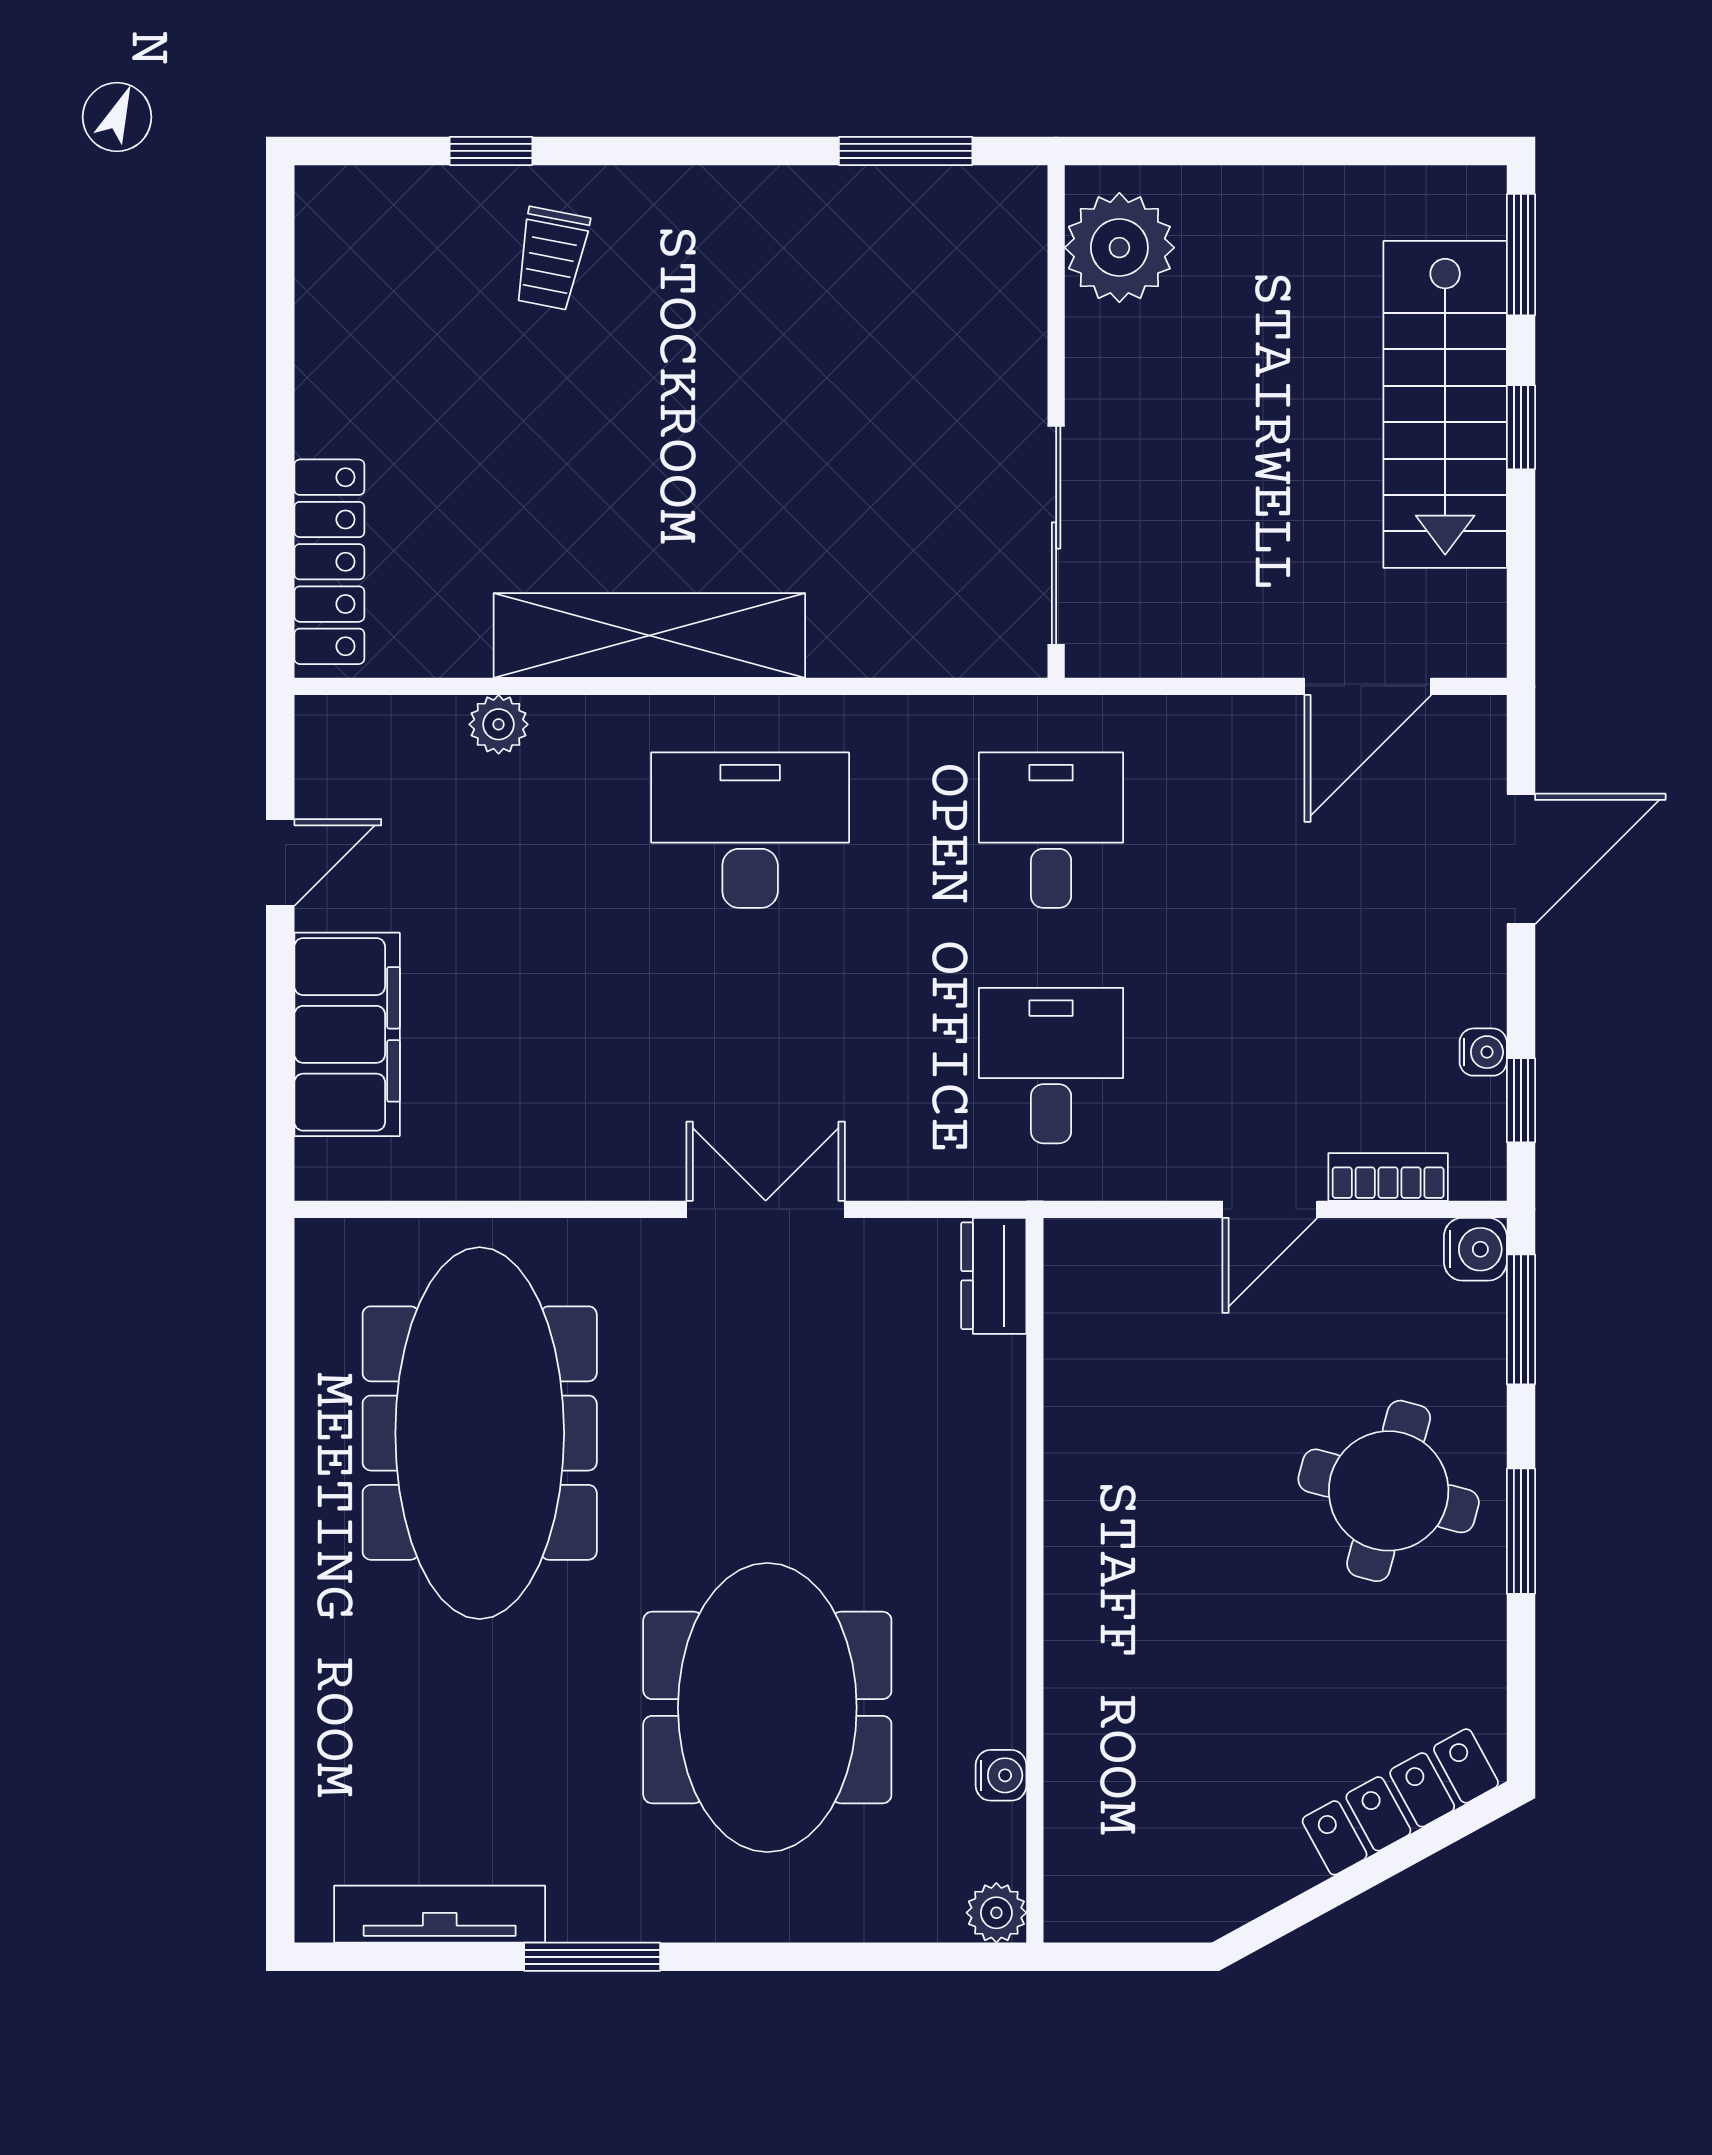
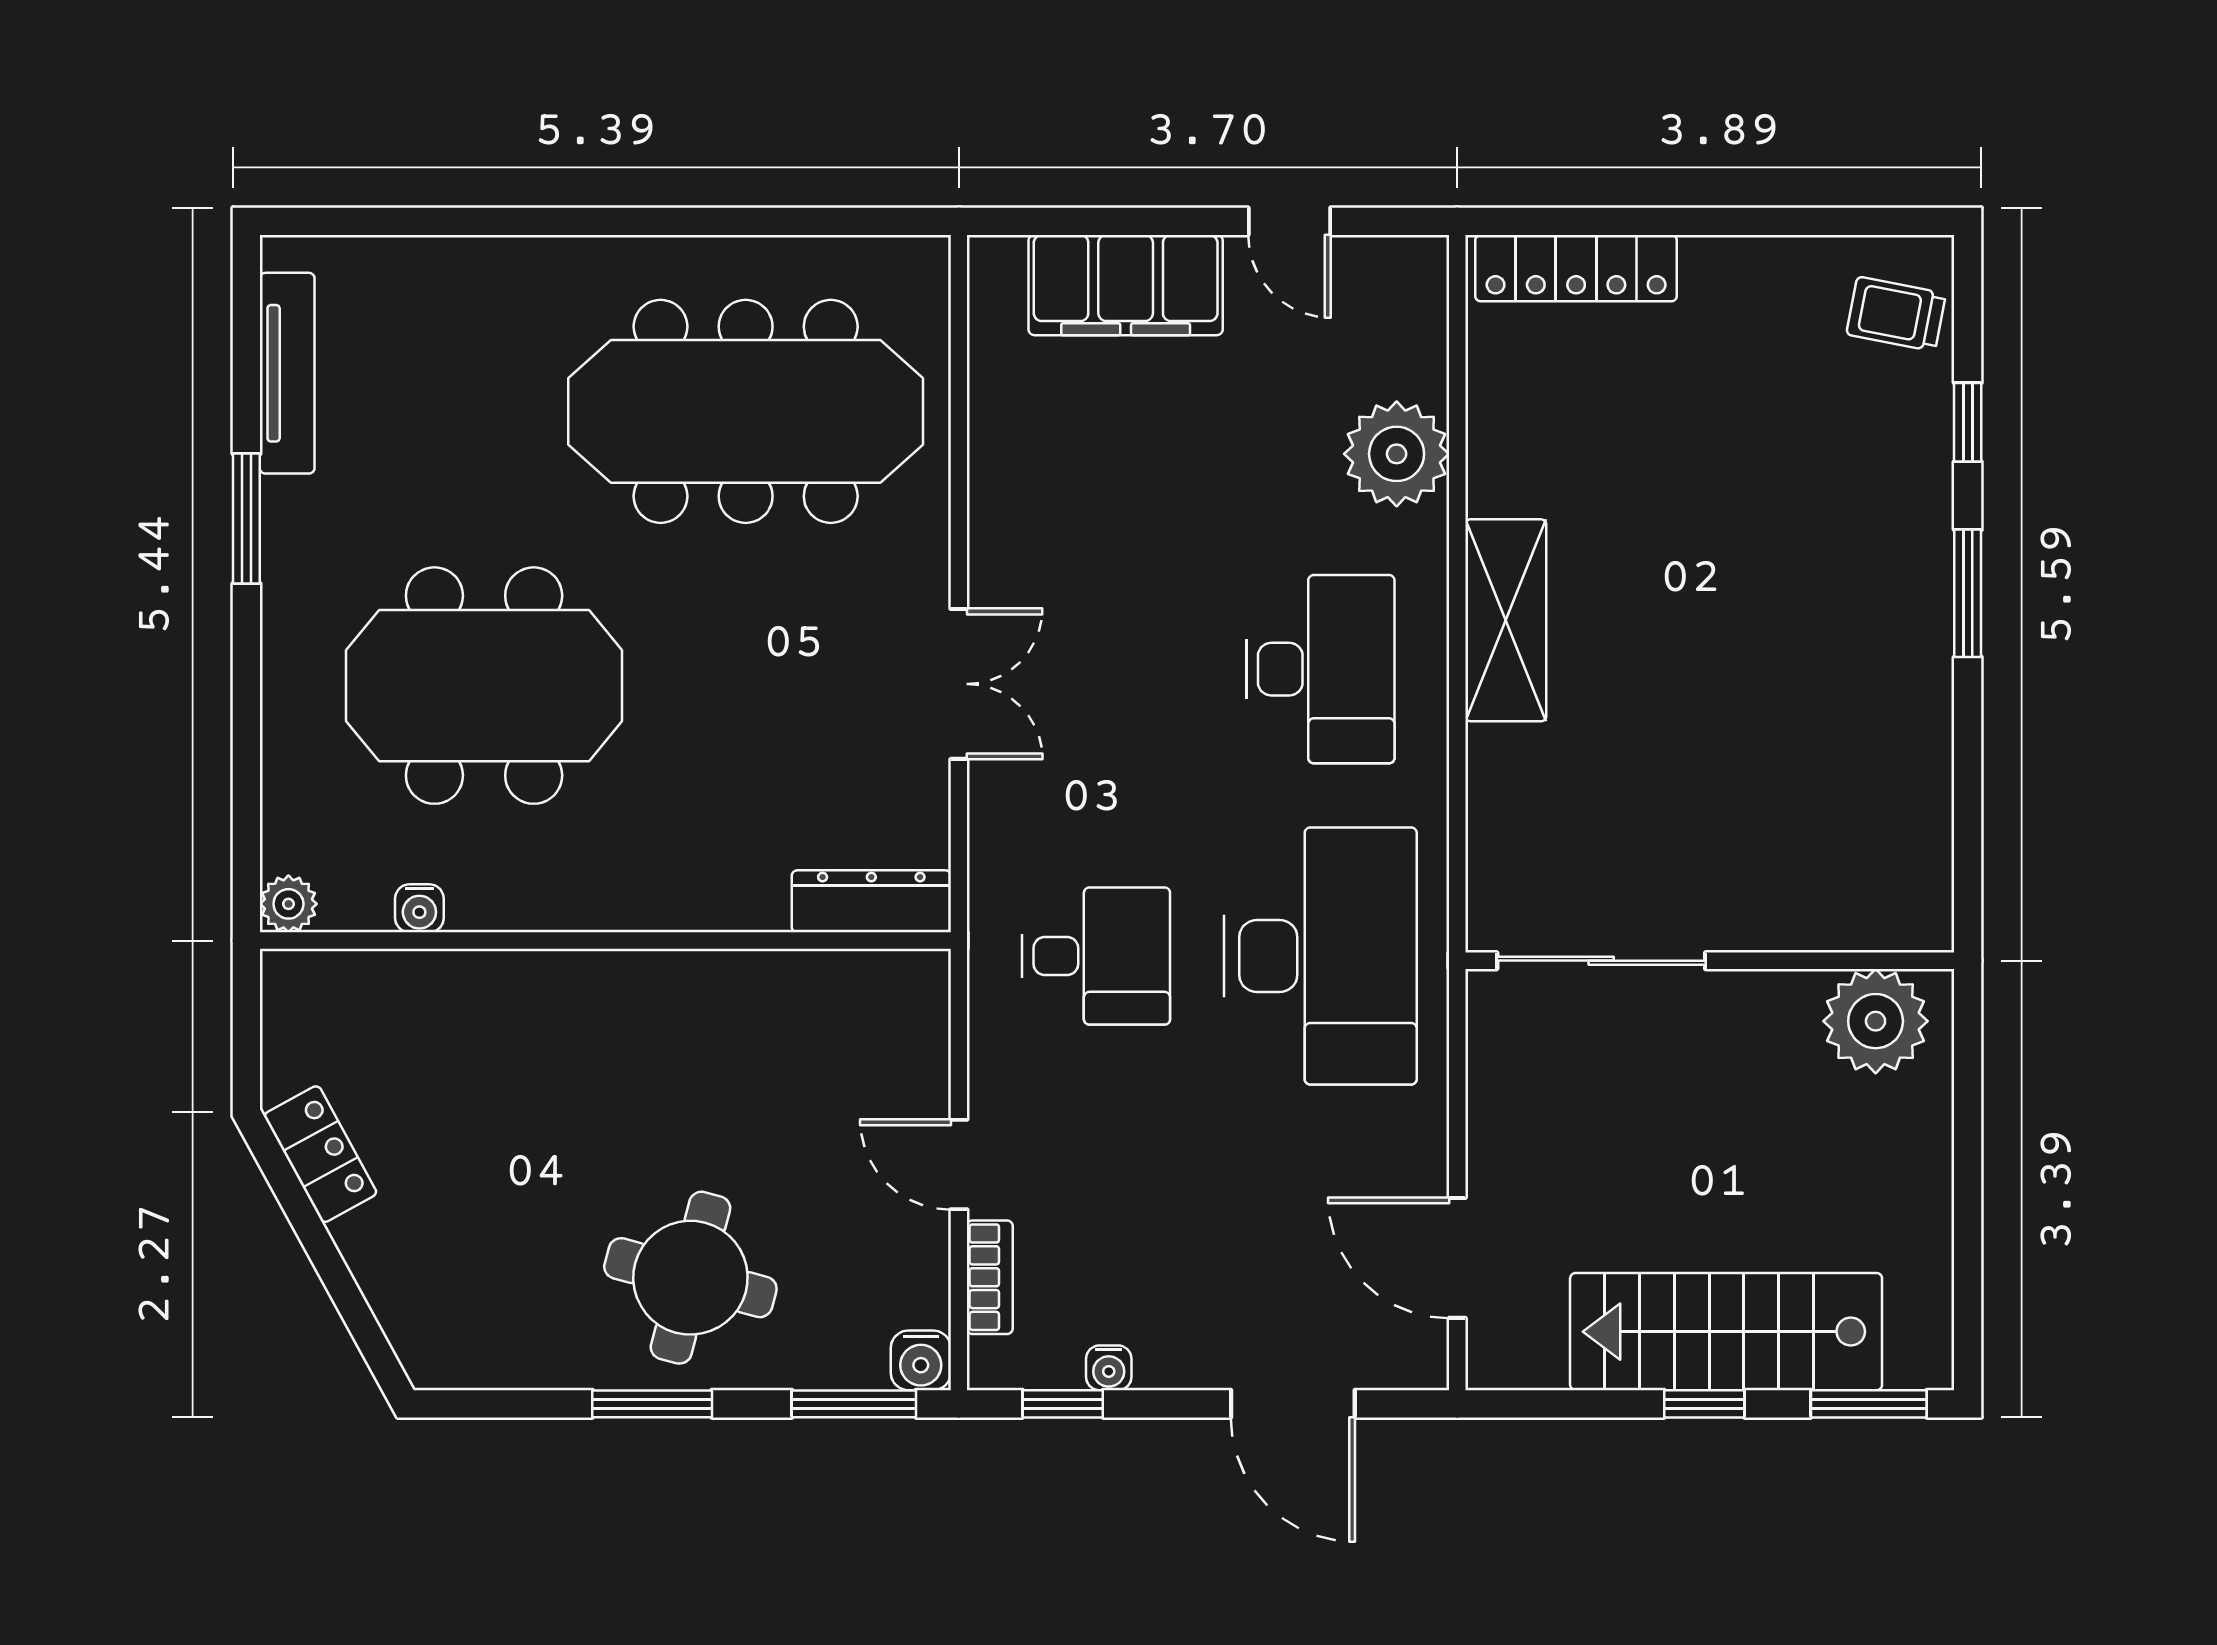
window: (906, 151) -> (1968, 593), moved
trolley: (551, 259) -> (1896, 314), moved
shelving: (649, 636) -> (1506, 620), width x0.68
plant: (499, 724) -> (1397, 454), width x1.87, depth x1.87
desk: (1051, 830) -> (1320, 956), width x1.87, depth x1.30
dresser: (994, 1276) -> (871, 901), width x1.44
locker: (1400, 1802) -> (320, 1154), moved, width x0.66

